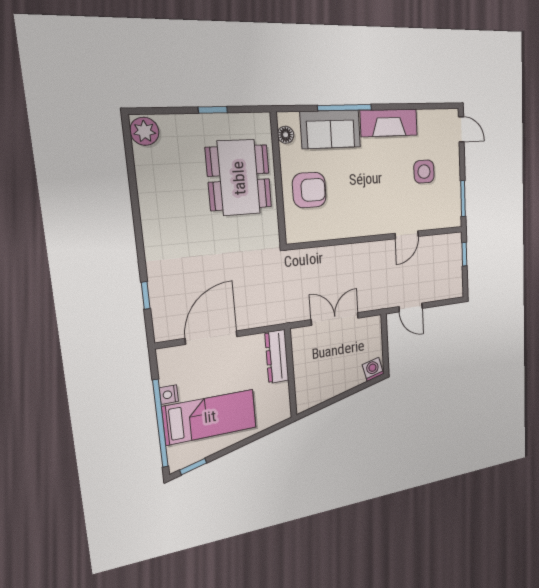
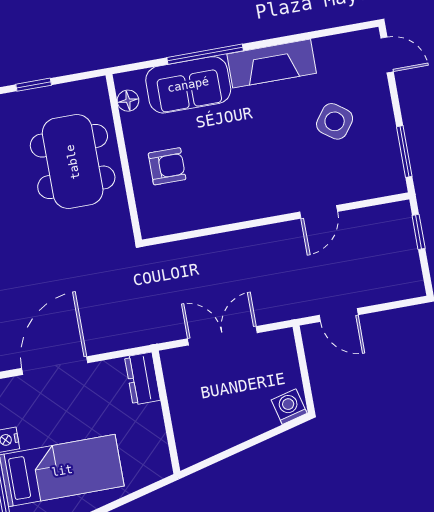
side table: (424, 172) -> (335, 121), turned 36
armchair: (309, 190) -> (167, 166), width x0.72, depth x0.72
dresser: (277, 356) -> (142, 379), width x0.70

